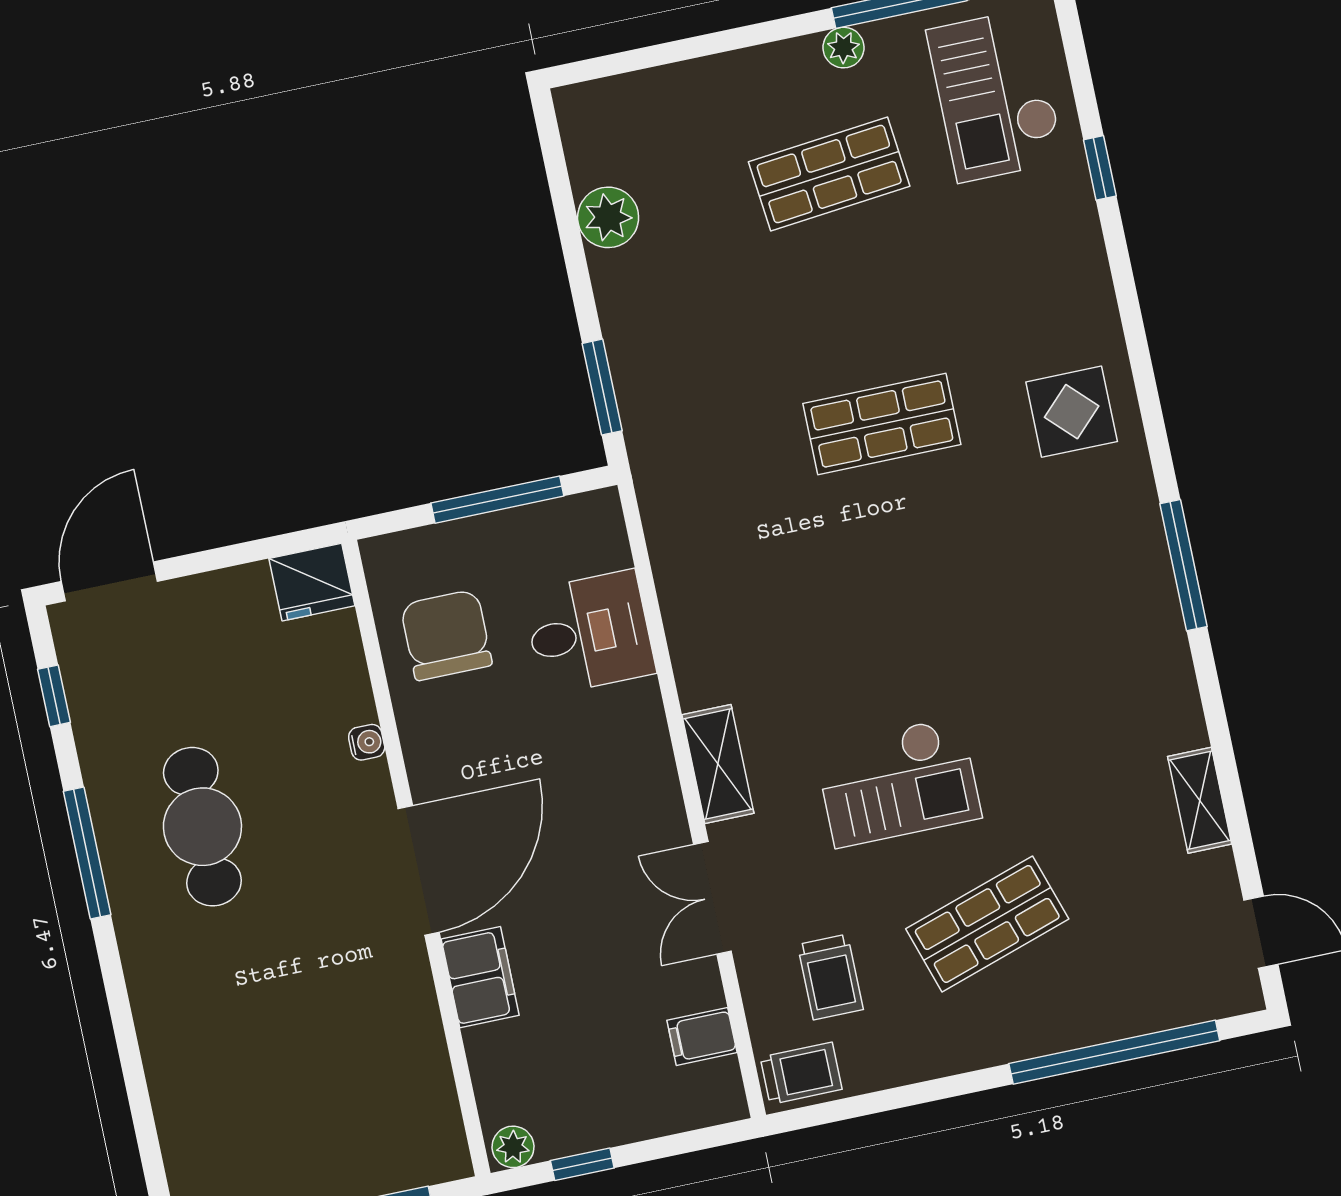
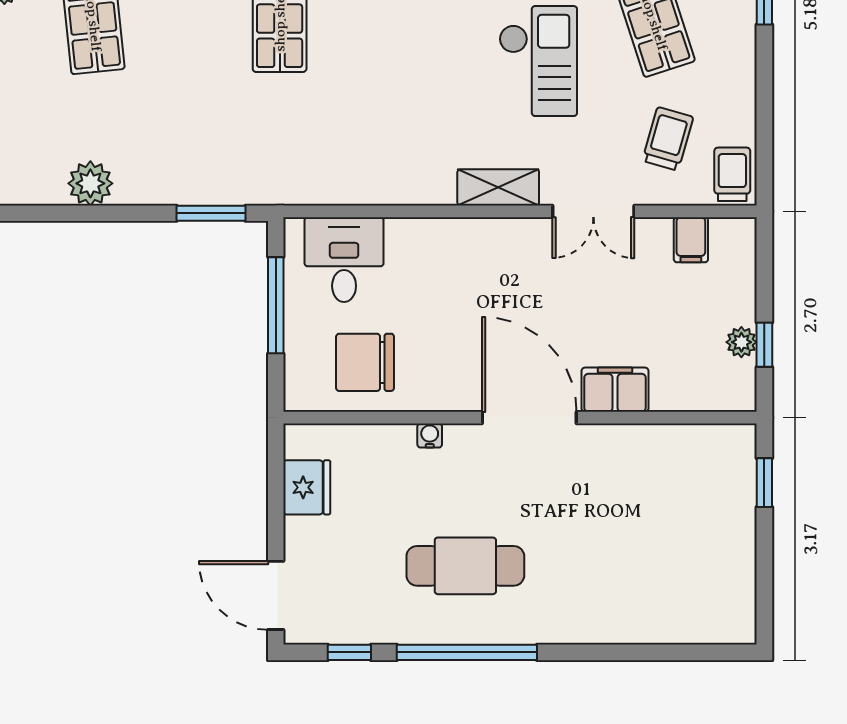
fridge: (312, 582) -> (307, 487), moved
desk: (589, 633) -> (344, 260), moved
window: (87, 853) -> (467, 652), width x1.46
trolley: (830, 977) -> (668, 139), turned -74
plant: (513, 1147) -> (741, 342), moved

